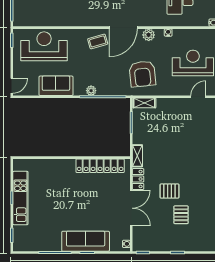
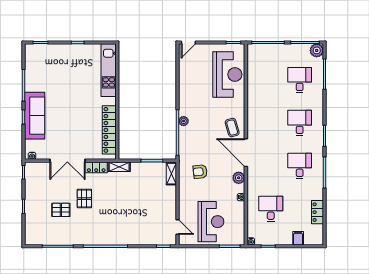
armchair: (142, 74) -> (200, 172), width x0.53, depth x0.53
door: (12, 86) -> (188, 43), hinge flipped
sofa: (56, 86) -> (188, 86), removed
kitchen unit: (20, 198) -> (109, 70), moved, turned 90

